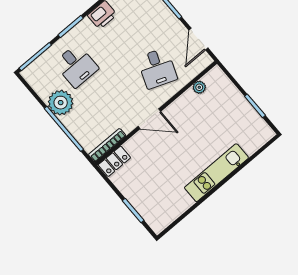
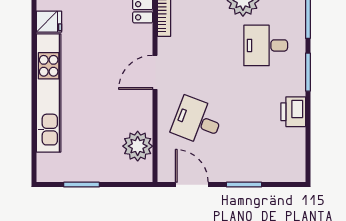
plant: (199, 87) -> (138, 146), width x1.87, depth x1.87
kitchen unit: (216, 173) -> (49, 93), width x1.36
fridge: (173, 209) -> (49, 22), added

